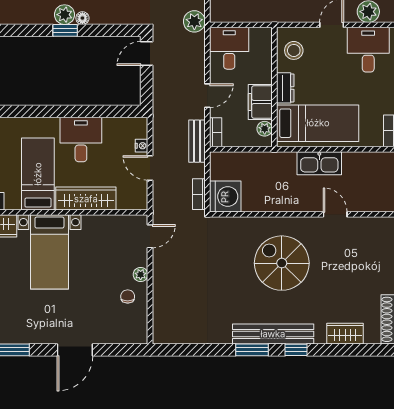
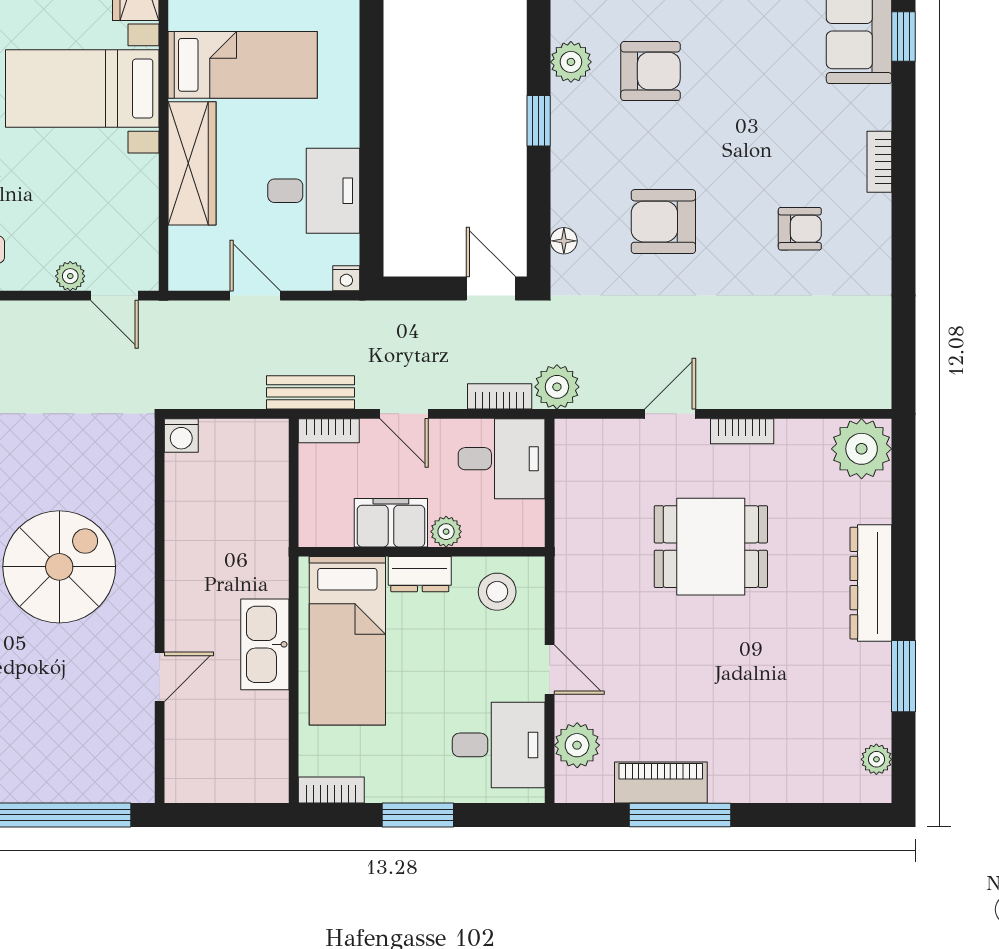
plant: (64, 15) -> (571, 62), moved
floor lamp: (82, 18) -> (564, 241), moved
plant: (265, 129) -> (446, 532), moved
desk: (81, 139) -> (314, 191), moved
nightstand: (142, 146) -> (346, 278), moved
door: (150, 168) -> (255, 296), hinge flipped
bookcase: (199, 194) -> (500, 396), moved
washing machine: (225, 197) -> (181, 435), width x0.53, depth x0.53
plant: (141, 275) -> (70, 276), moved

